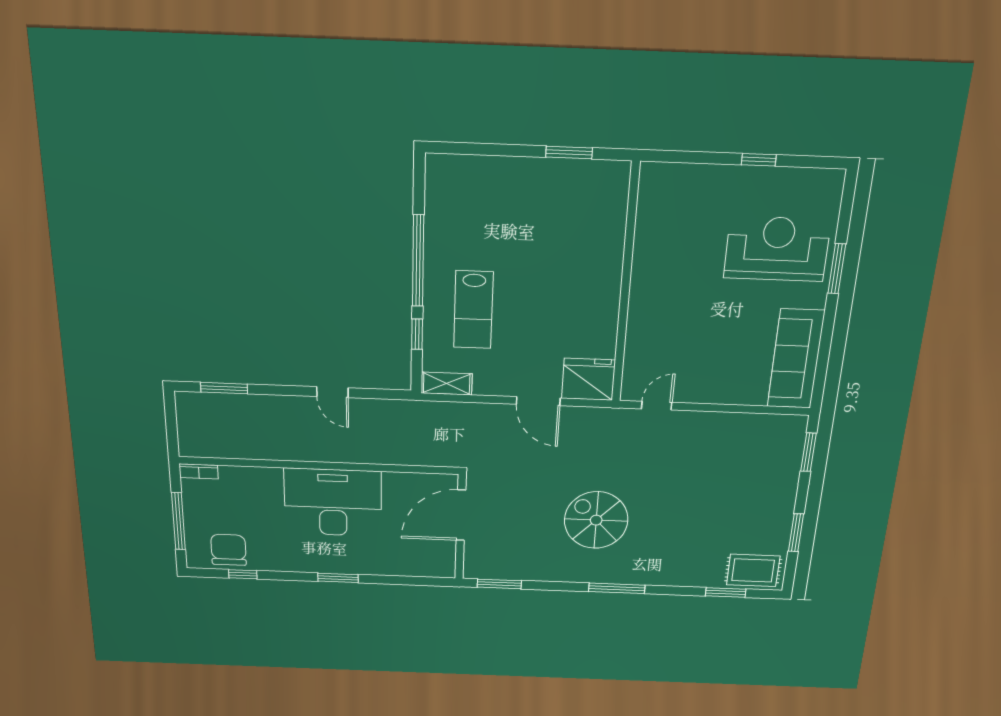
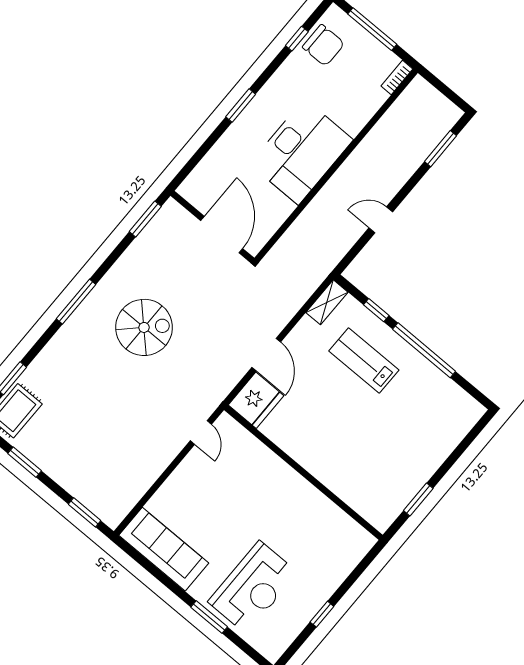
door: (538, 401) -> (266, 355), swing flipped

